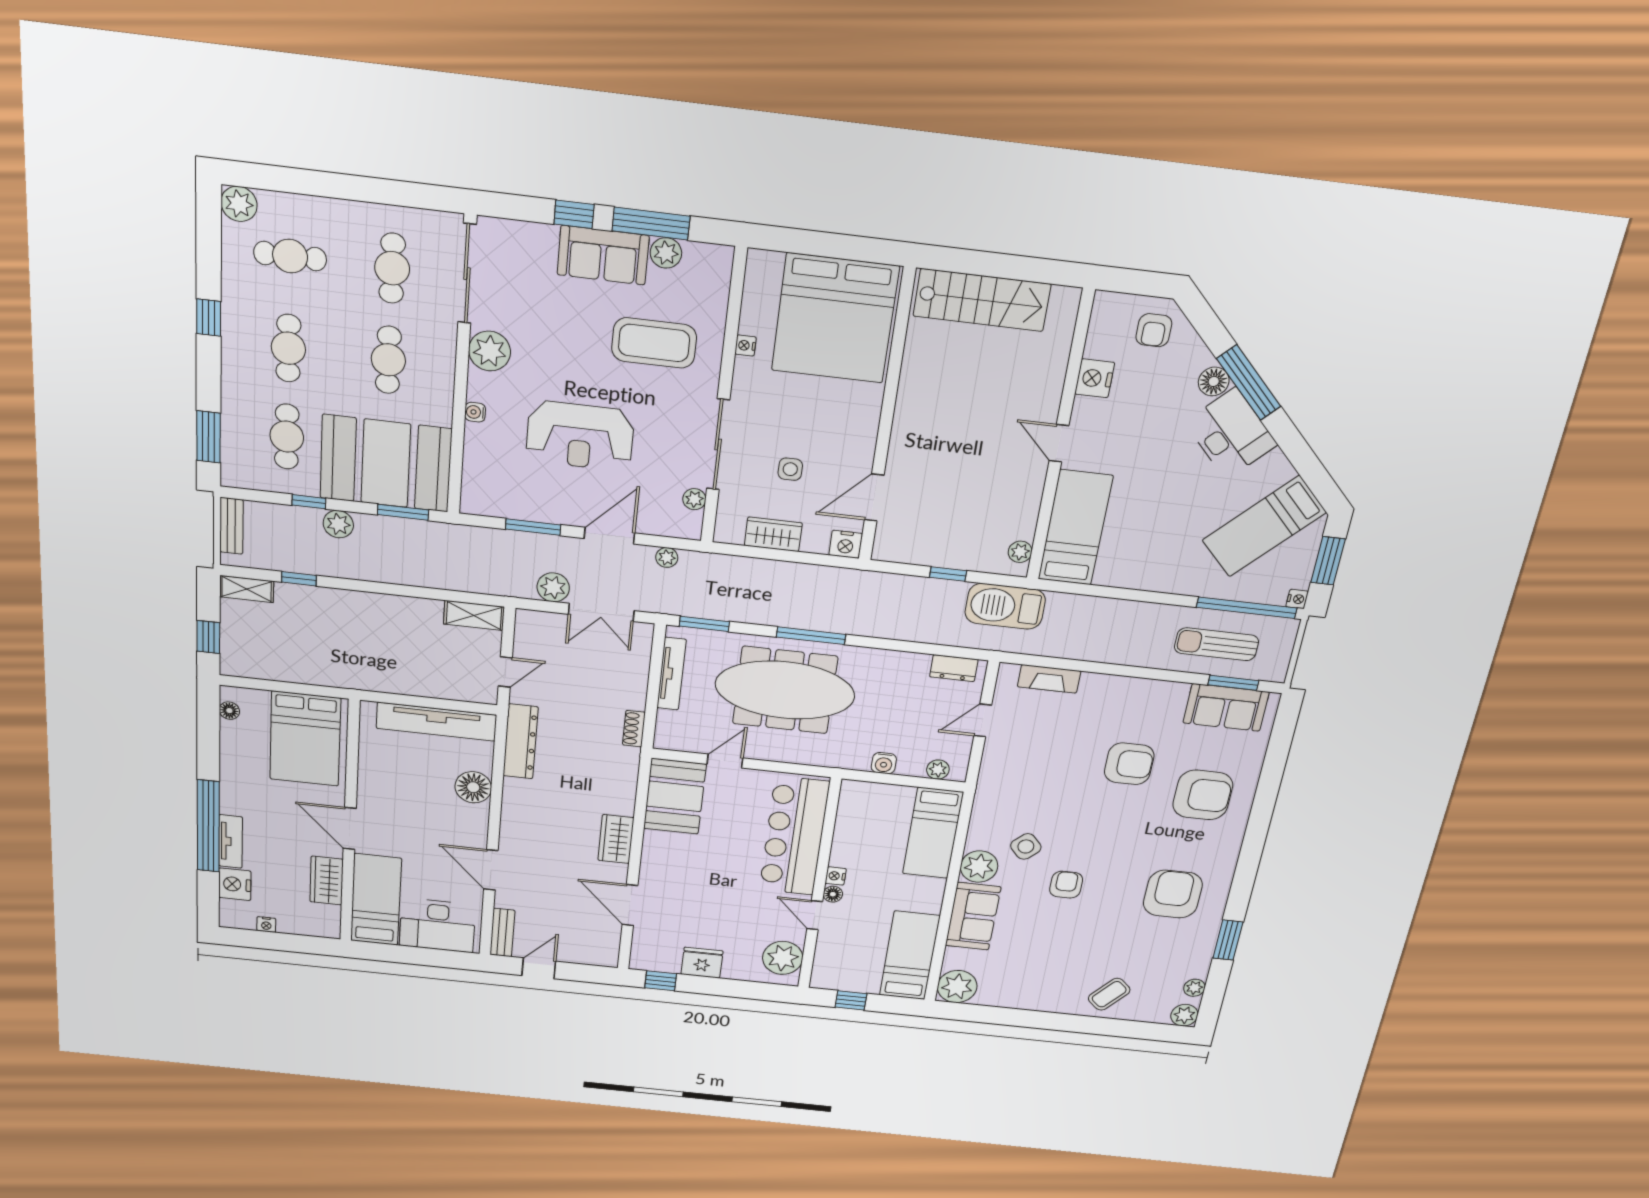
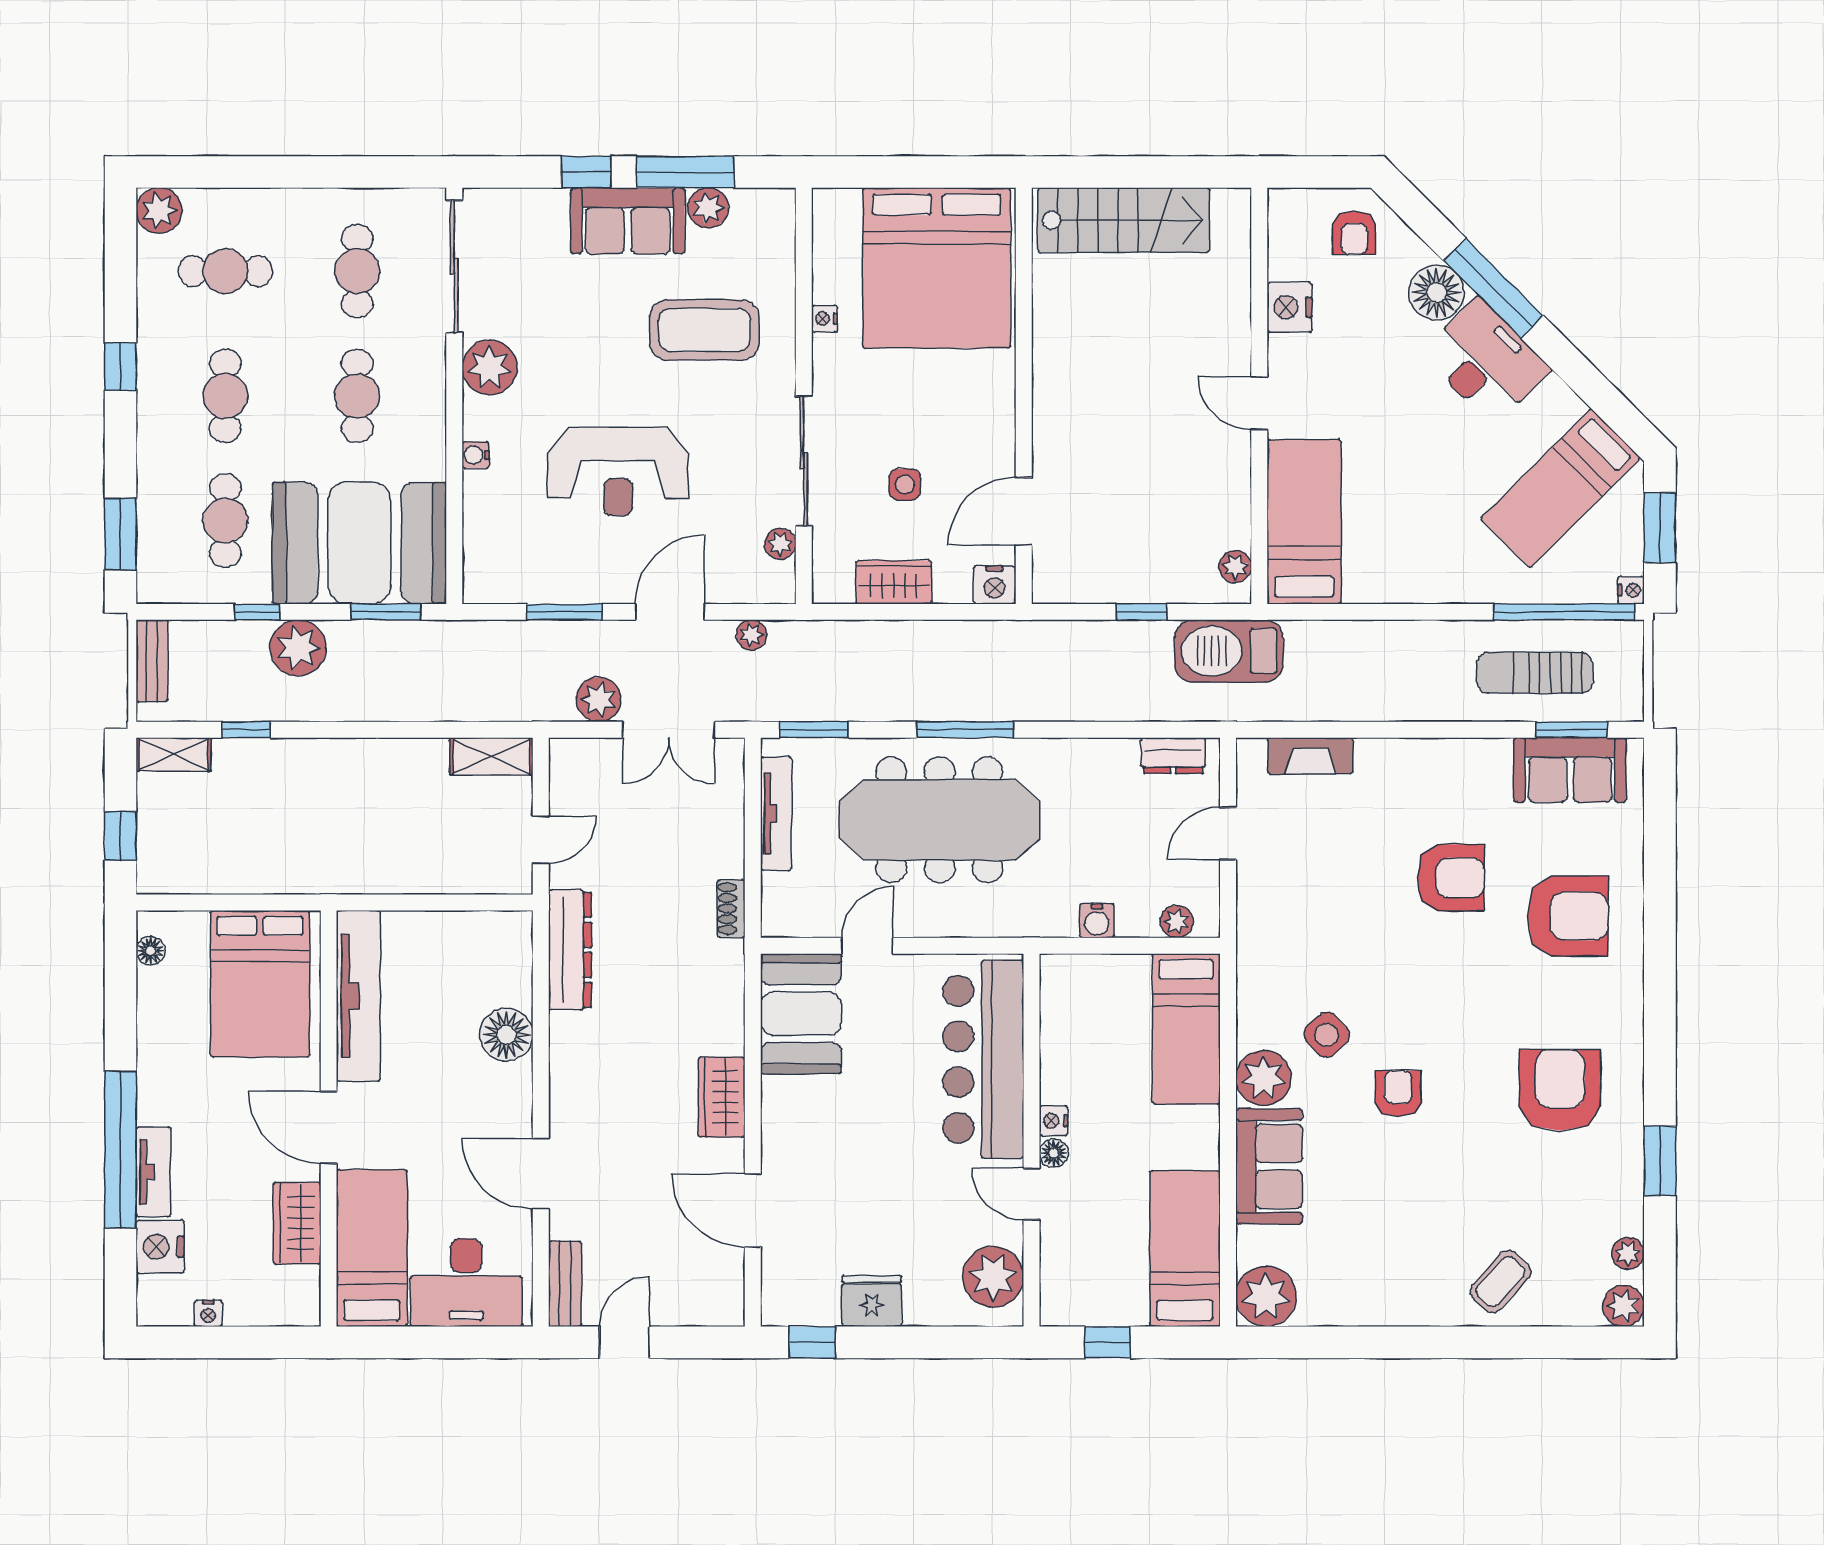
floor lamp: (1214, 381) -> (1436, 292), width x1.38, depth x1.38
plant: (338, 524) -> (298, 648), width x1.36, depth x1.36
tv unit: (436, 722) -> (358, 996), moved, turned -90

